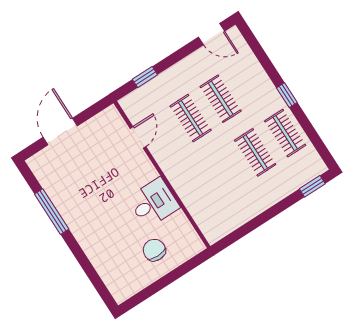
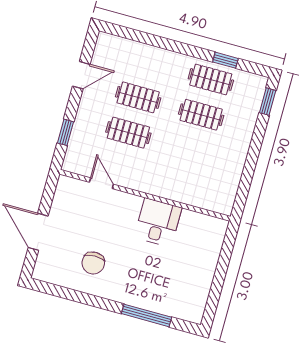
door: (212, 34) -> (81, 75), moved
window: (287, 95) -> (225, 60), moved
window: (52, 212) -> (146, 315), moved
chair: (154, 250) -> (93, 263), moved, turned -90

